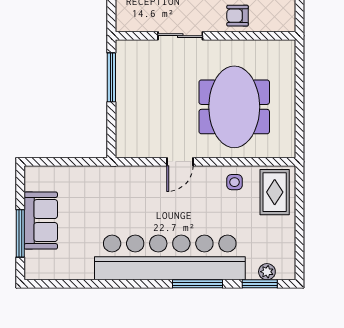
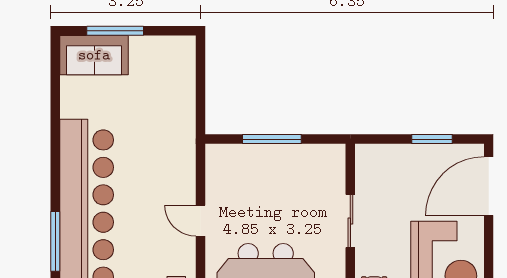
window: (111, 77) -> (272, 139), moved
sofa: (41, 221) -> (94, 55), moved

